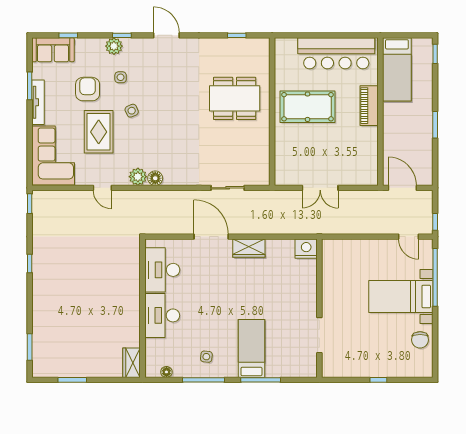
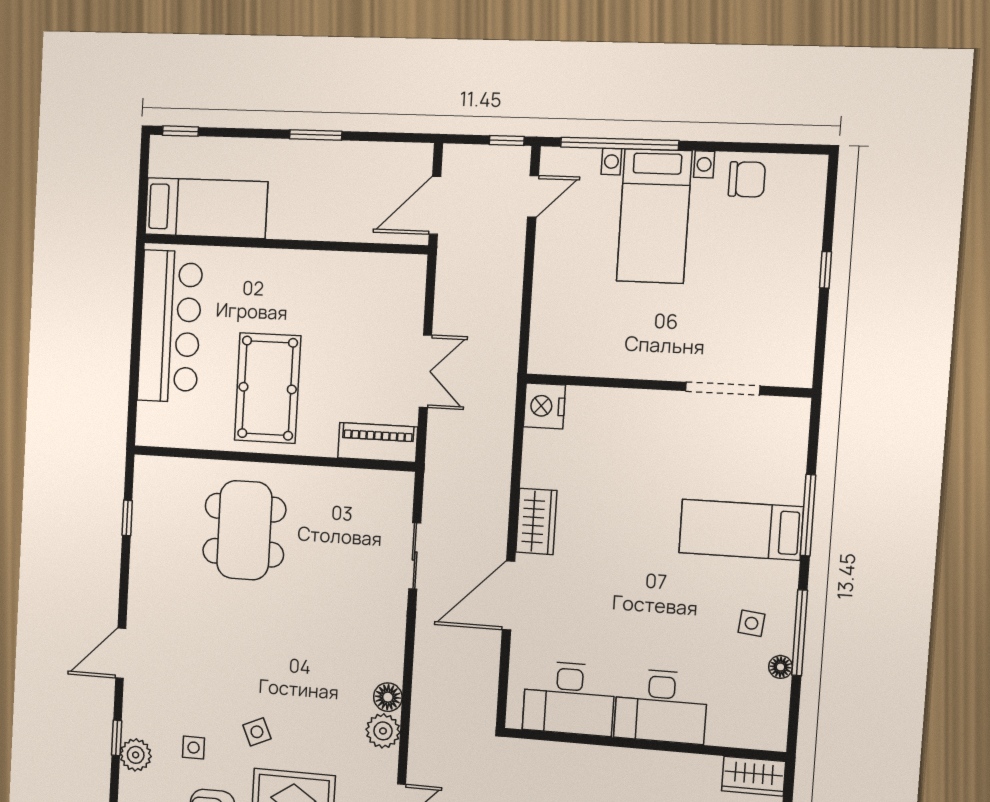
piano: (369, 106) -> (378, 442), moved, turned 180
floor lamp: (166, 372) -> (781, 667), moved

